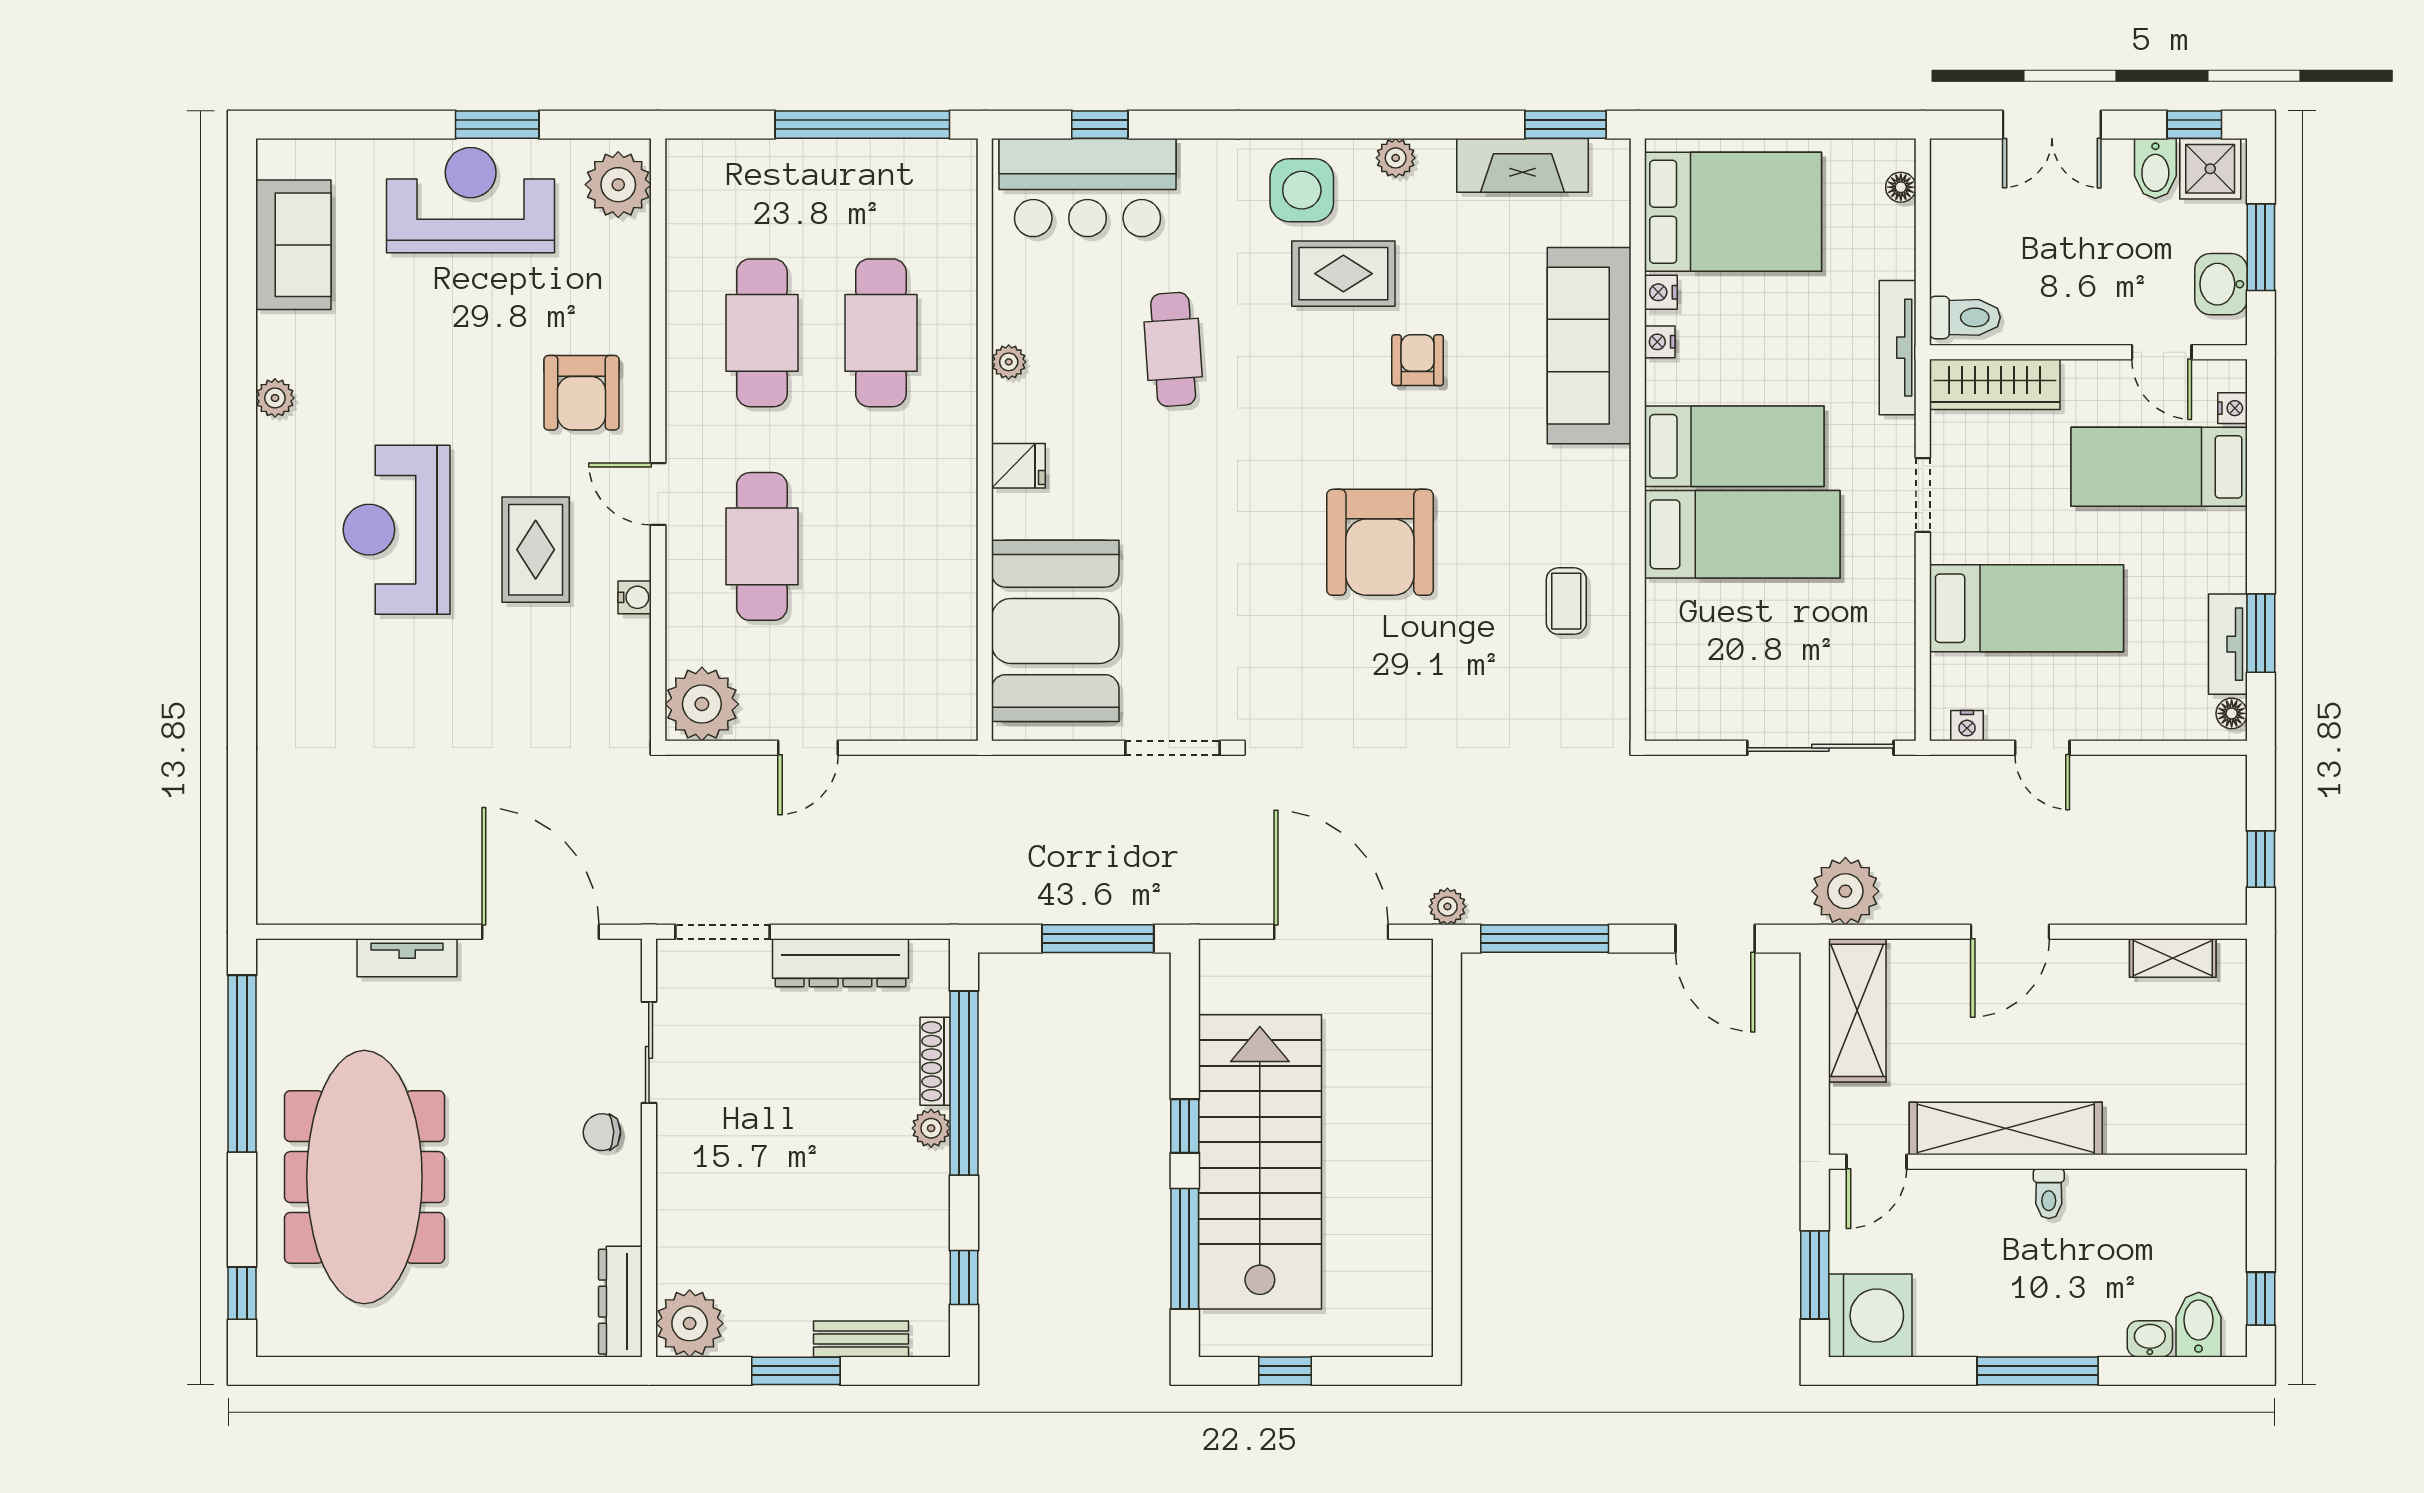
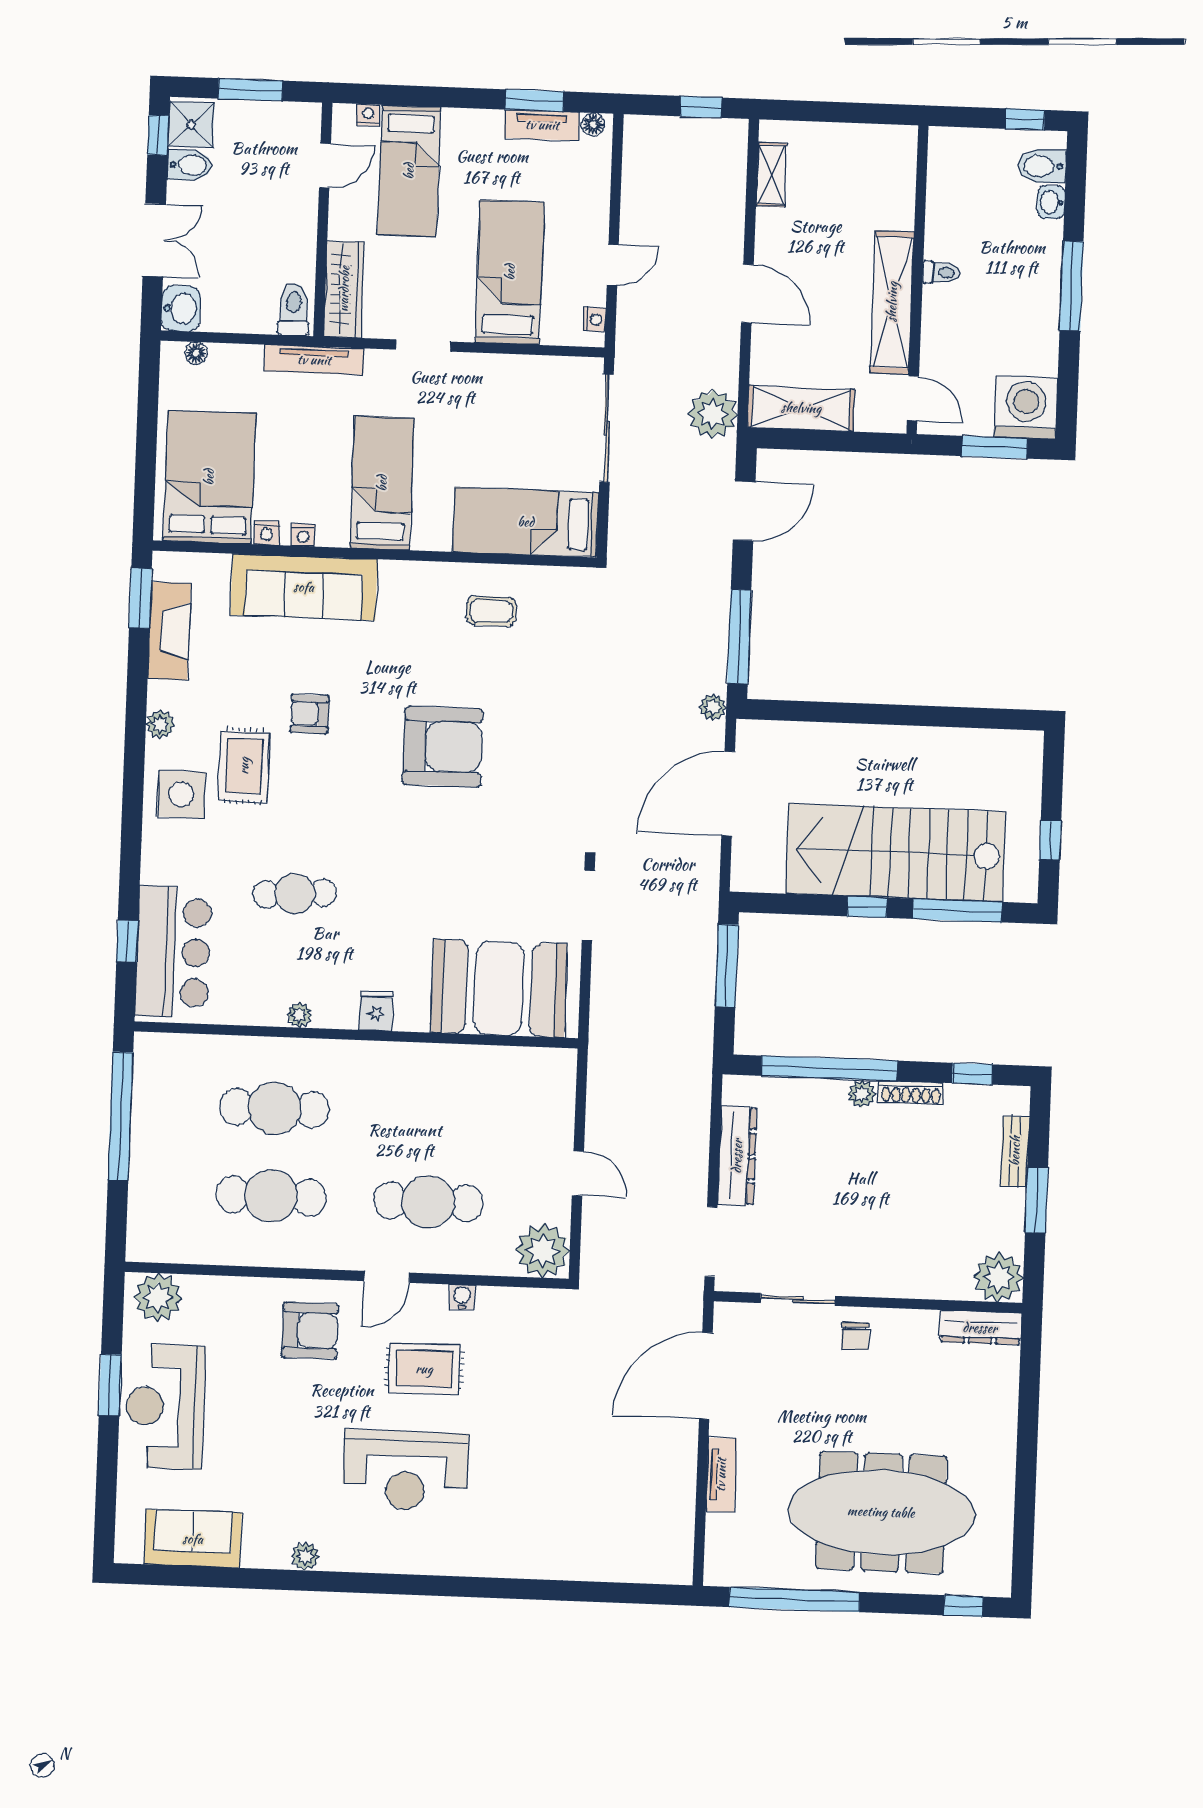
washbasin: (2221, 284) -> (181, 308), moved, turned -90
bed: (1742, 534) -> (526, 522), moved, turned -90
shoe rack: (935, 1061) -> (911, 1093), moved

